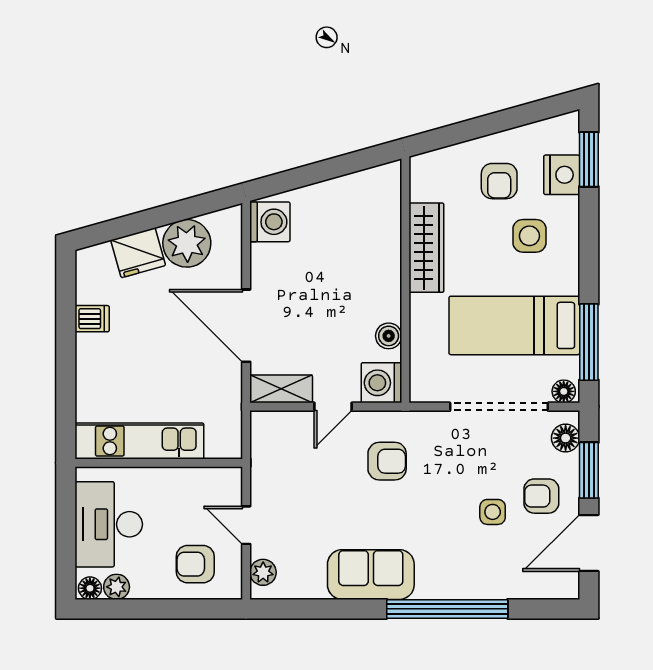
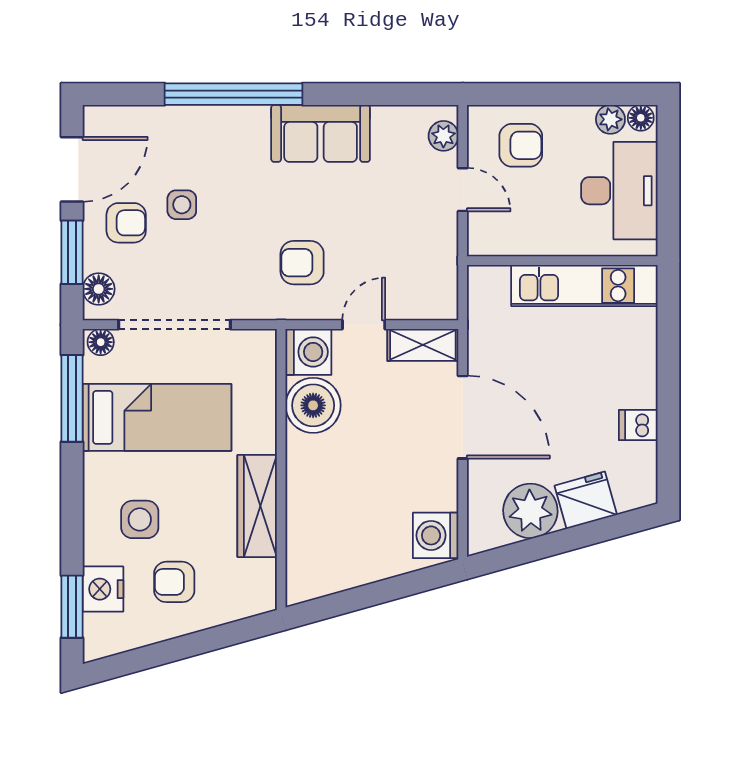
armchair: (499, 181) -> (174, 582), turned -90
boiler: (389, 336) -> (313, 405), width x1.86, depth x1.86

